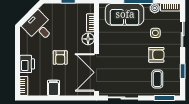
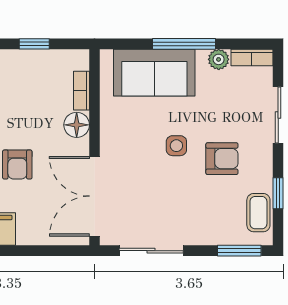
side table: (155, 33) -> (176, 146), moved
coffee table: (157, 79) -> (258, 213), moved

